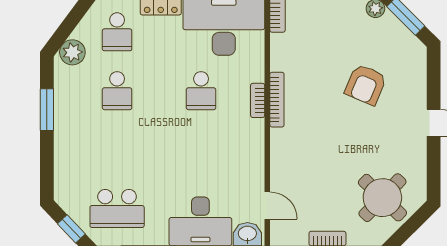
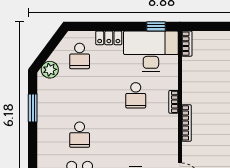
school desk: (117, 91) -> (80, 135), moved
bookcase: (277, 100) -> (186, 123), moved

